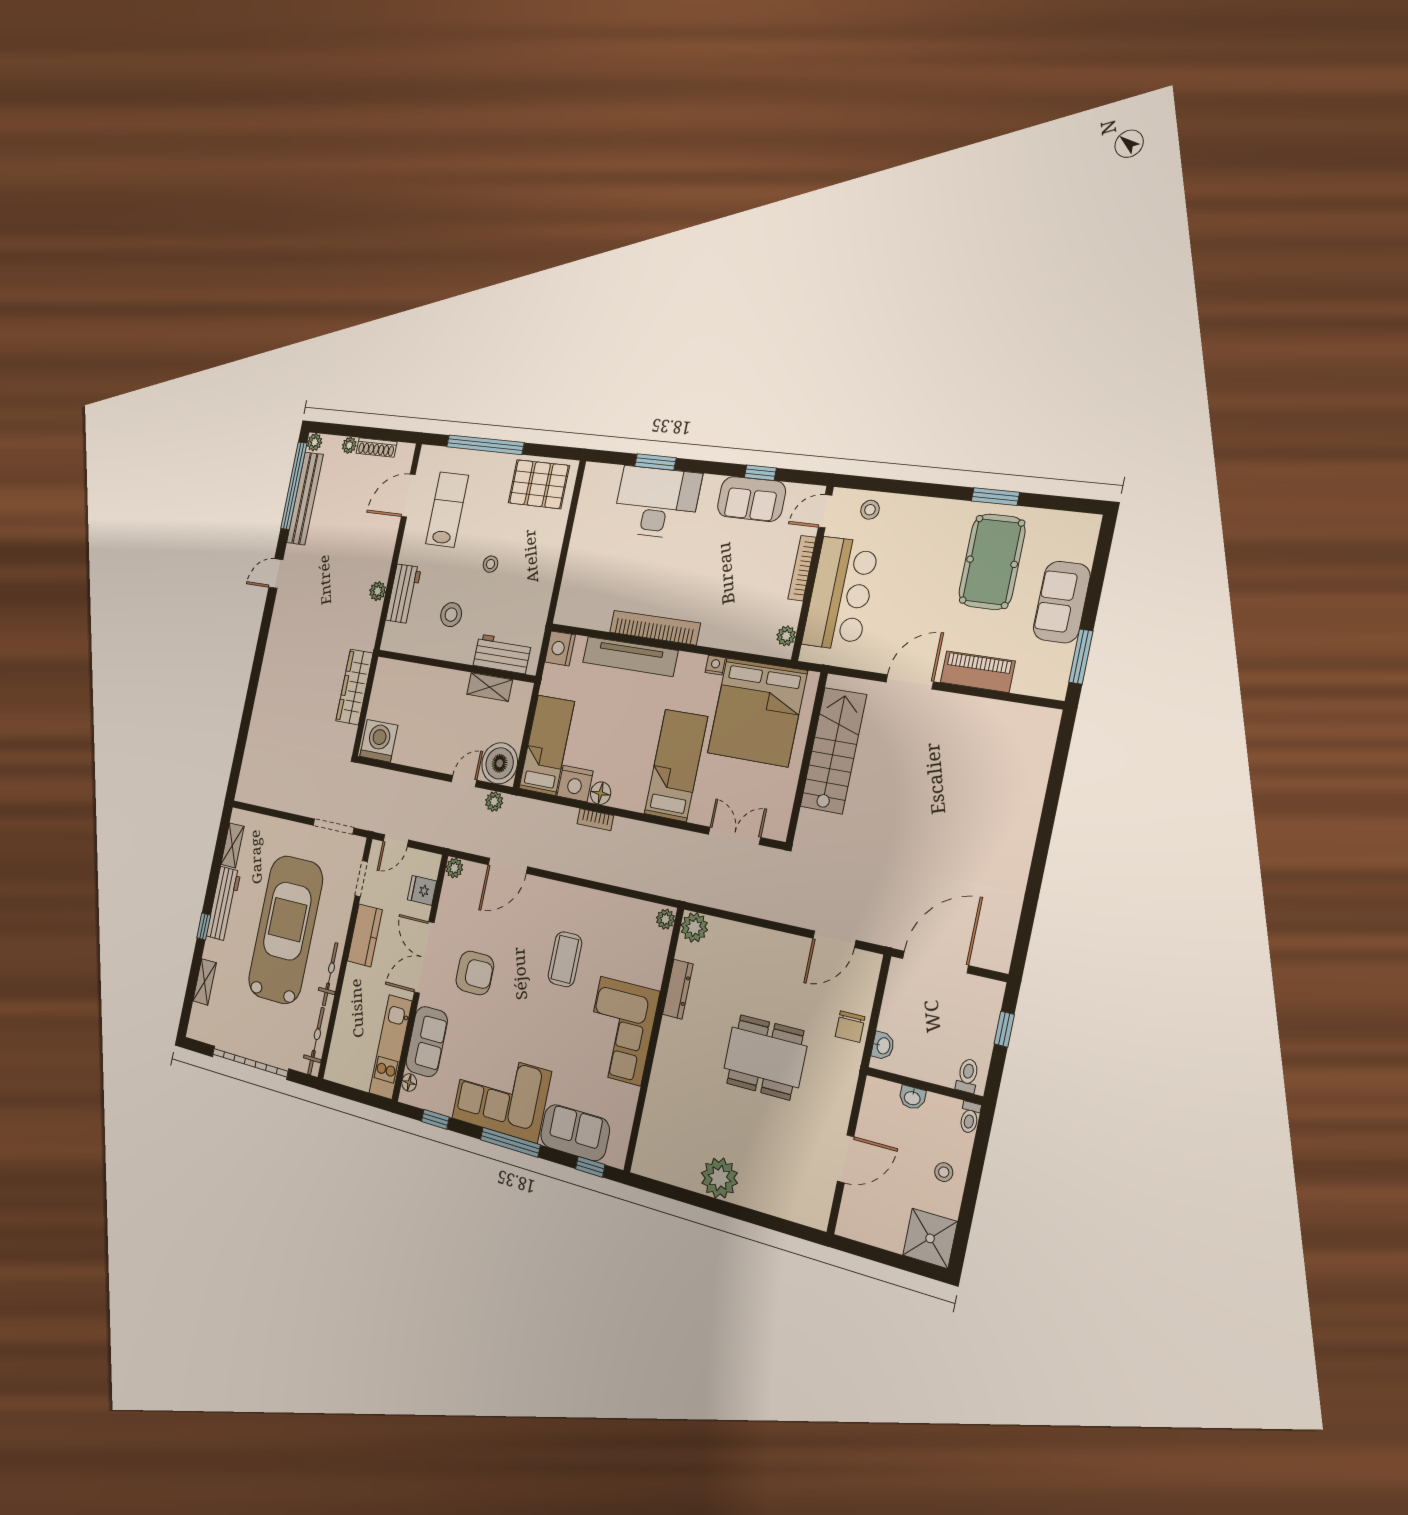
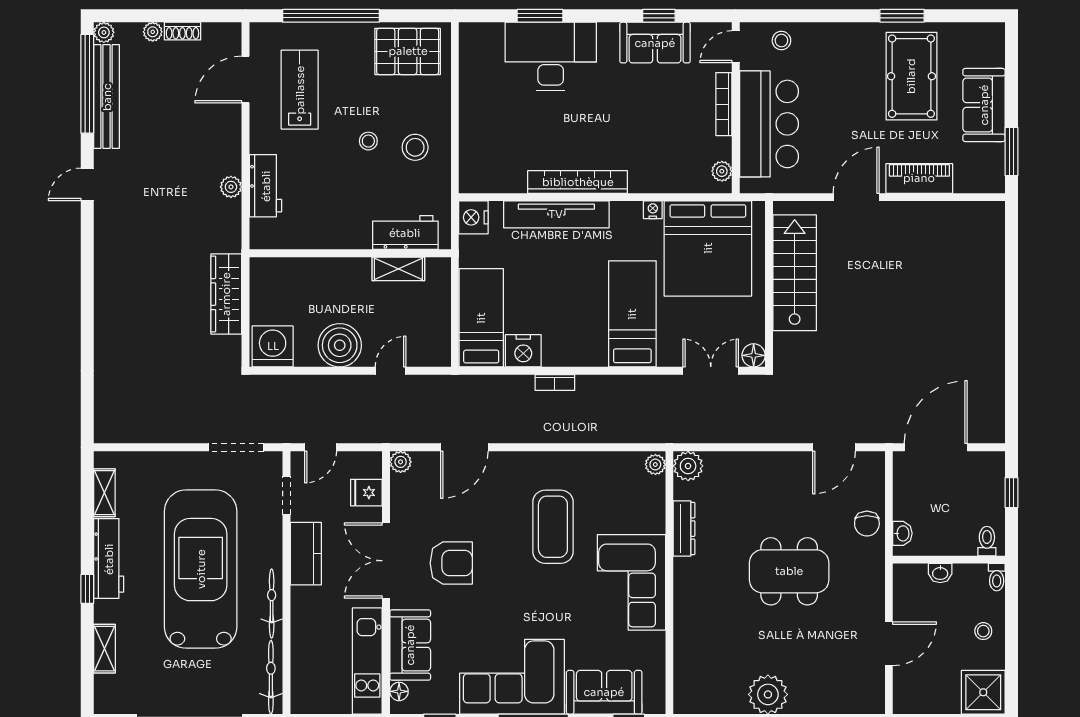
shoe rack: (376, 448) -> (182, 31), width x0.70
stool: (451, 615) -> (415, 147), moved
boiler: (500, 763) -> (340, 345), moved
floor lamp: (601, 793) -> (754, 355), moved
plant: (494, 802) -> (432, 385), removed
coffee table: (565, 959) -> (553, 527), width x1.36, depth x1.32

